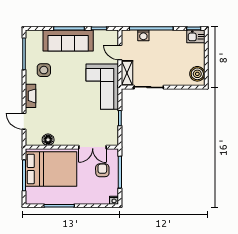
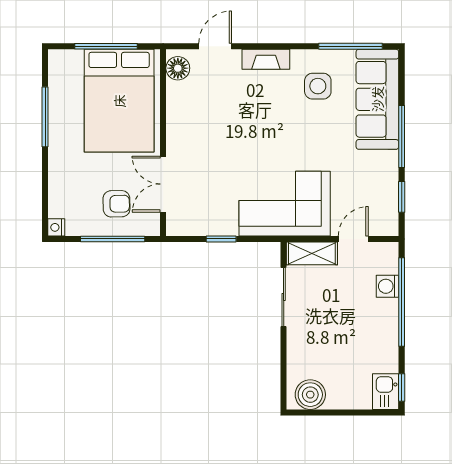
sofa: (68, 40) -> (377, 99), moved
floor lamp: (48, 140) -> (178, 68), moved

